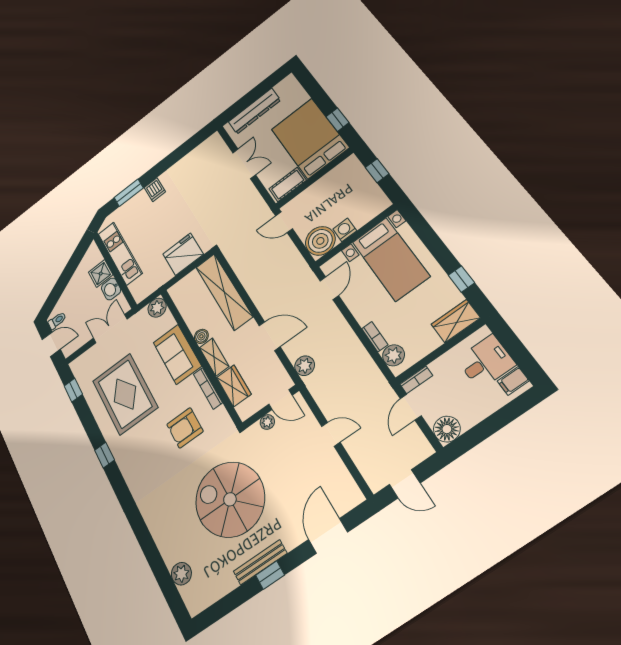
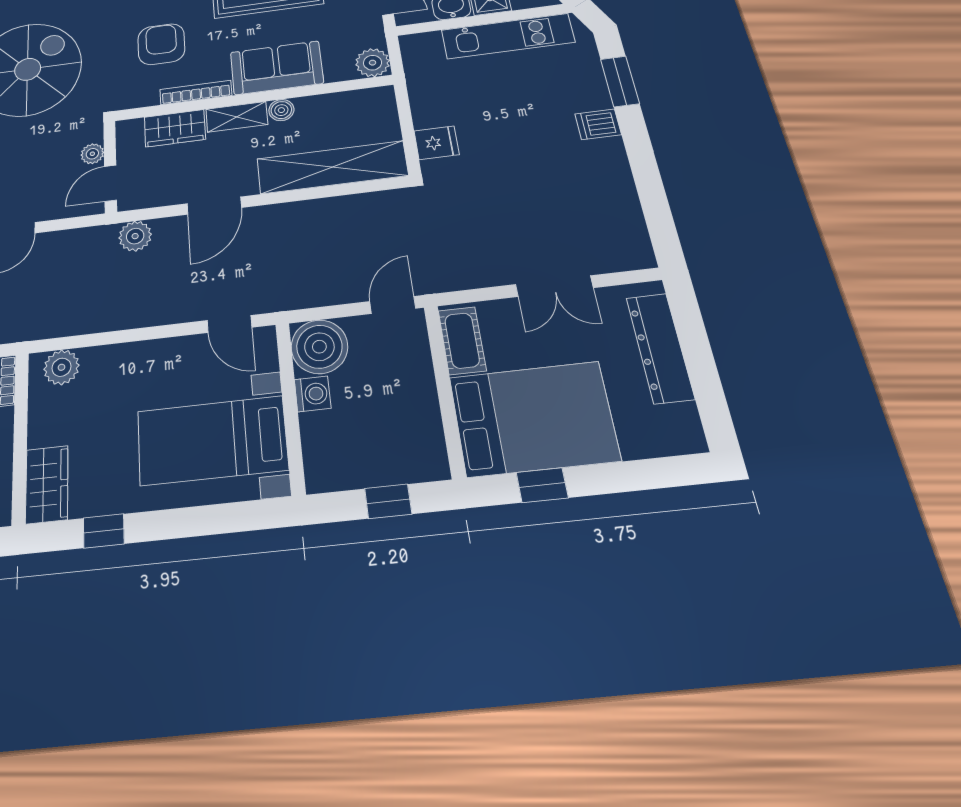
fridge: (183, 254) -> (437, 143), width x0.53, depth x0.75
bookcase: (375, 337) -> (107, 354), removed

